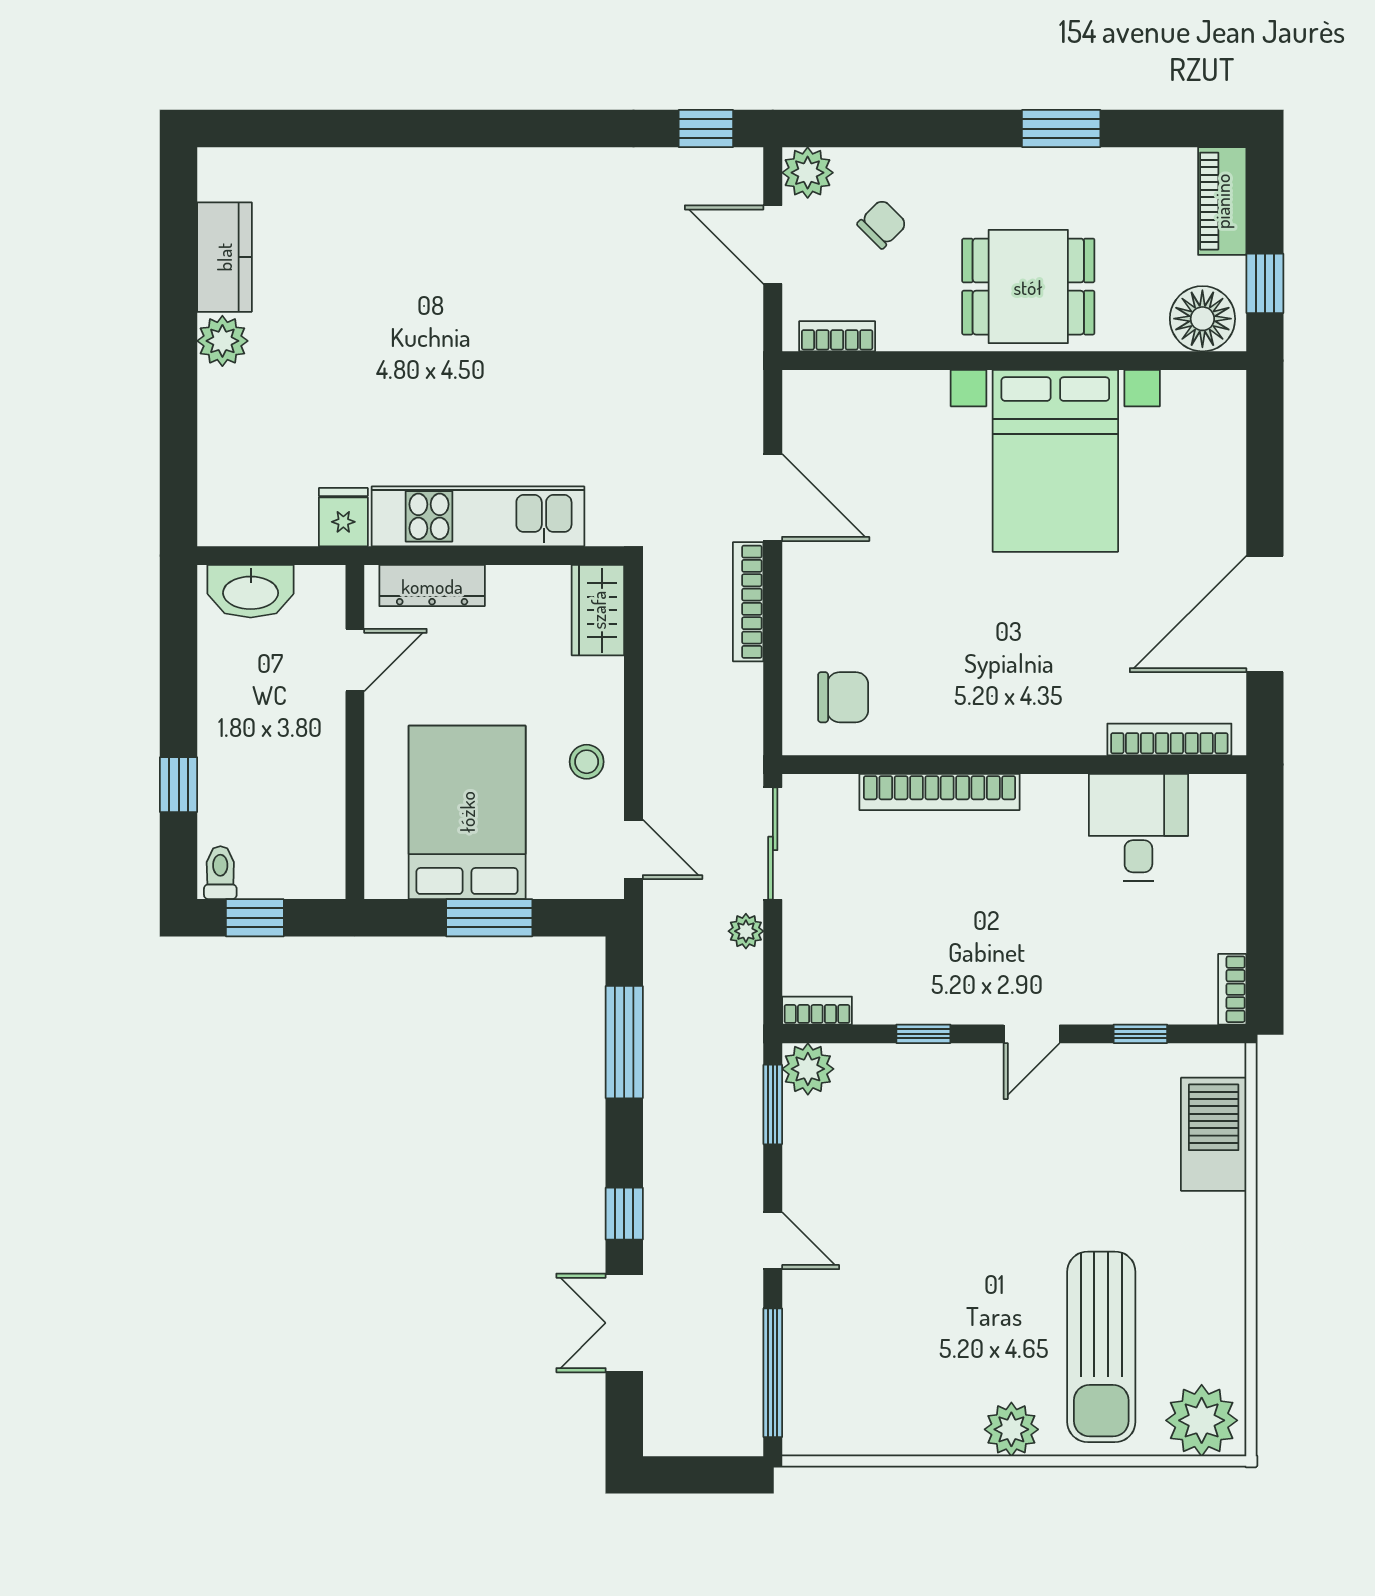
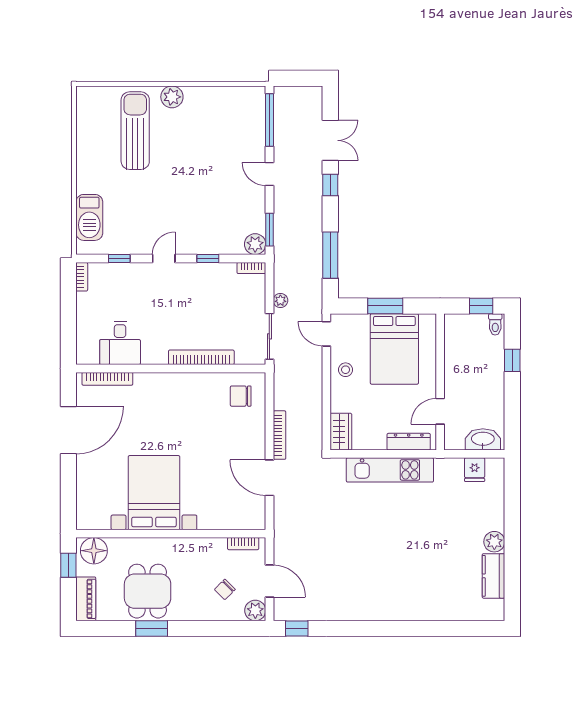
dining table: (1028, 287) -> (148, 591), moved, turned 90
fridge: (343, 517) -> (475, 470), moved
plant: (1202, 1420) -> (94, 101), removed

